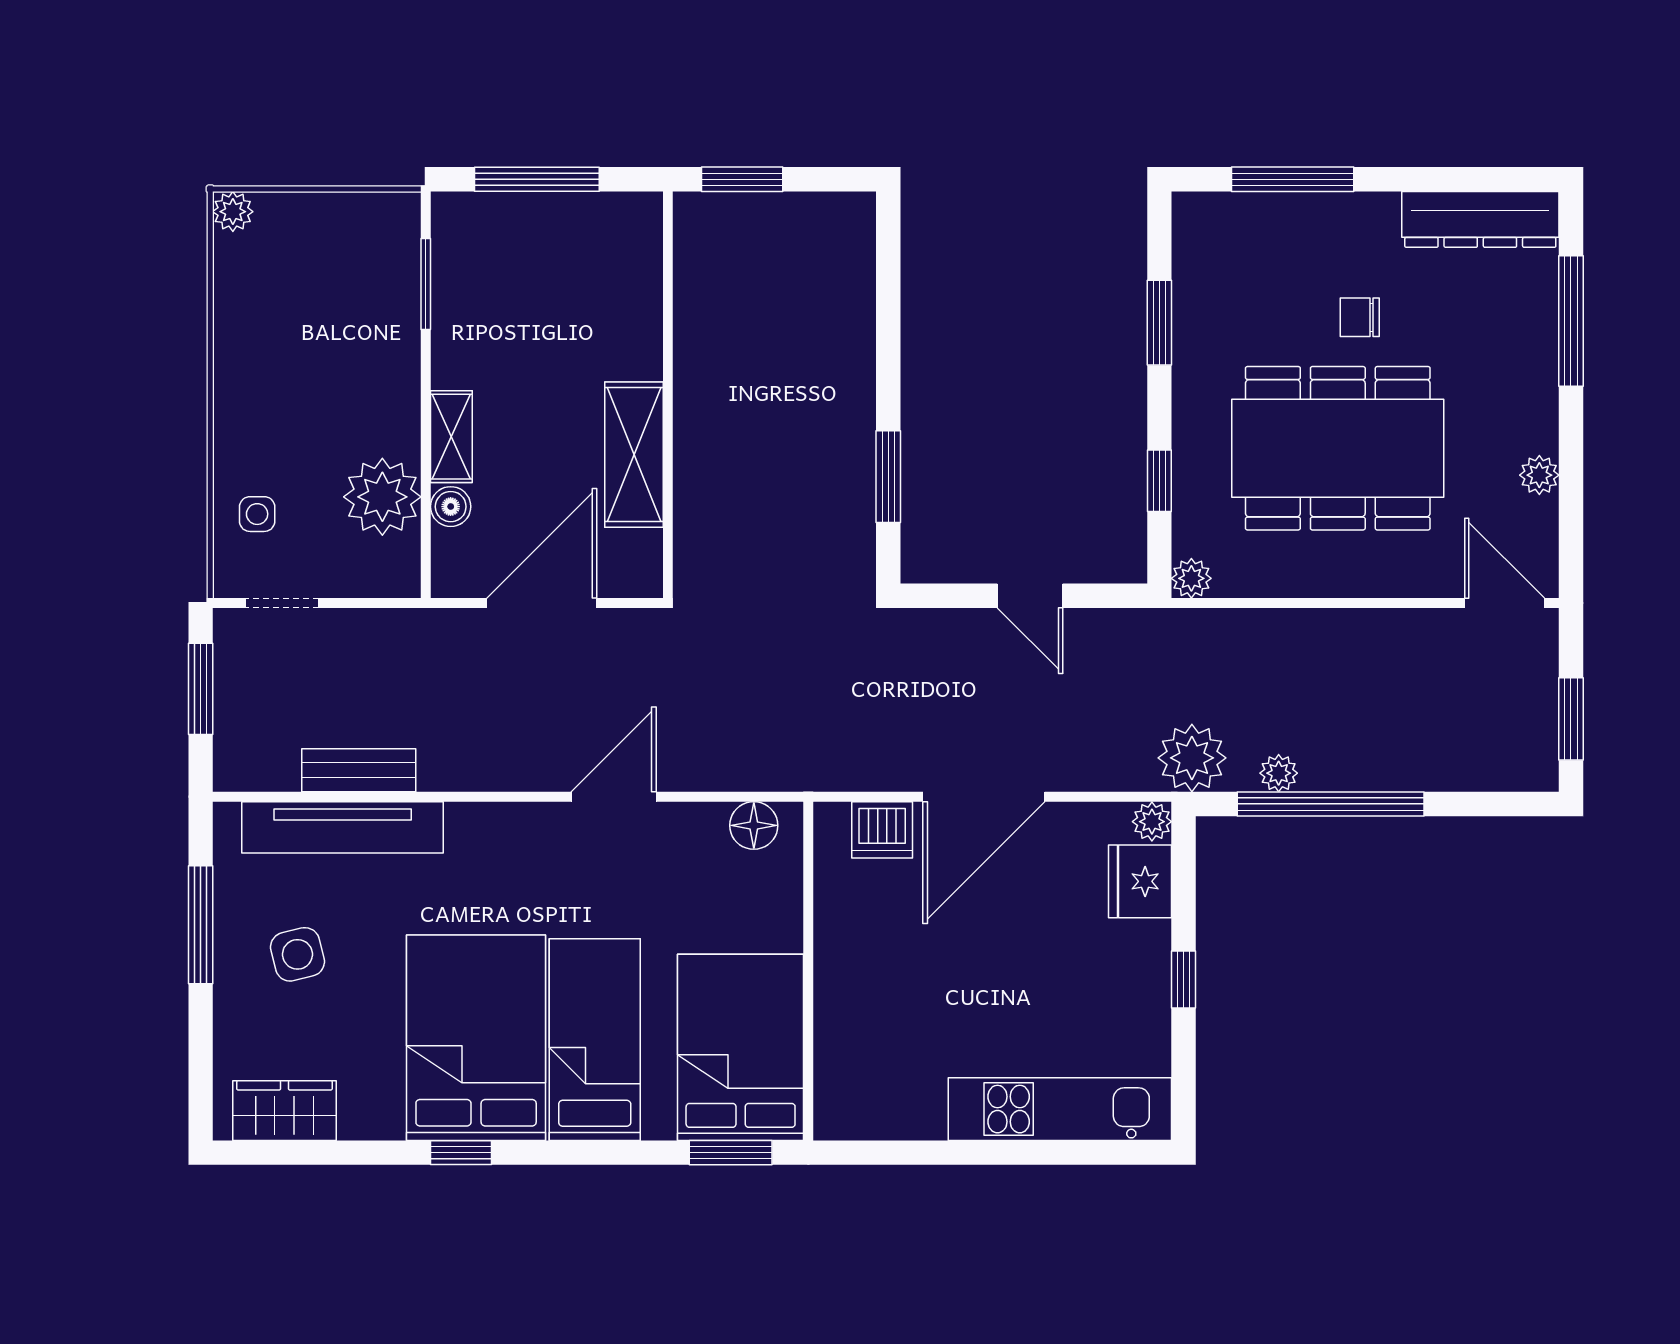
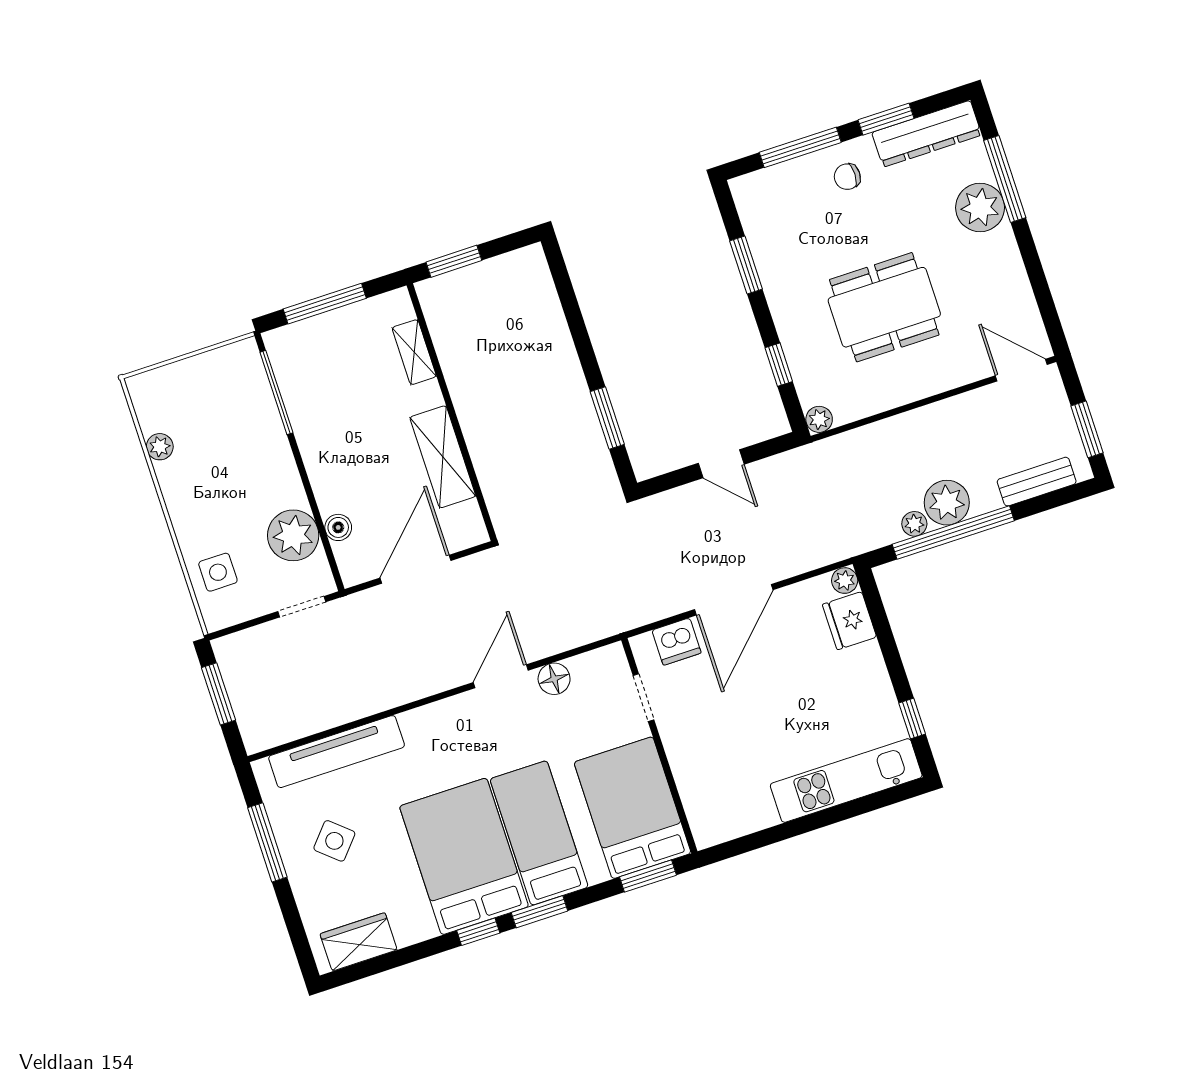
window: (1429, 179) -> (886, 119), added
plant: (233, 212) -> (160, 447), moved
window: (426, 284) -> (276, 392), width x1.44
chair: (1360, 317) -> (847, 177), moved
shelving: (451, 437) -> (414, 352), moved
dining table: (1338, 448) -> (884, 307), width x0.73, depth x0.80
plant: (1539, 475) -> (980, 207), moved, width x1.88, depth x1.88
side table: (257, 514) -> (218, 572), width x1.37, depth x1.37
doorway: (282, 603) -> (302, 607), moved
plant: (1192, 758) -> (947, 503), moved
bench: (359, 770) -> (1037, 482), moved
floor lamp: (754, 825) -> (554, 679), moved
doorway: (808, 895) -> (643, 698), added
side table: (297, 954) -> (334, 841), turned -35
window: (1184, 980) -> (912, 719), moved
window: (558, 1153) -> (540, 912), added

